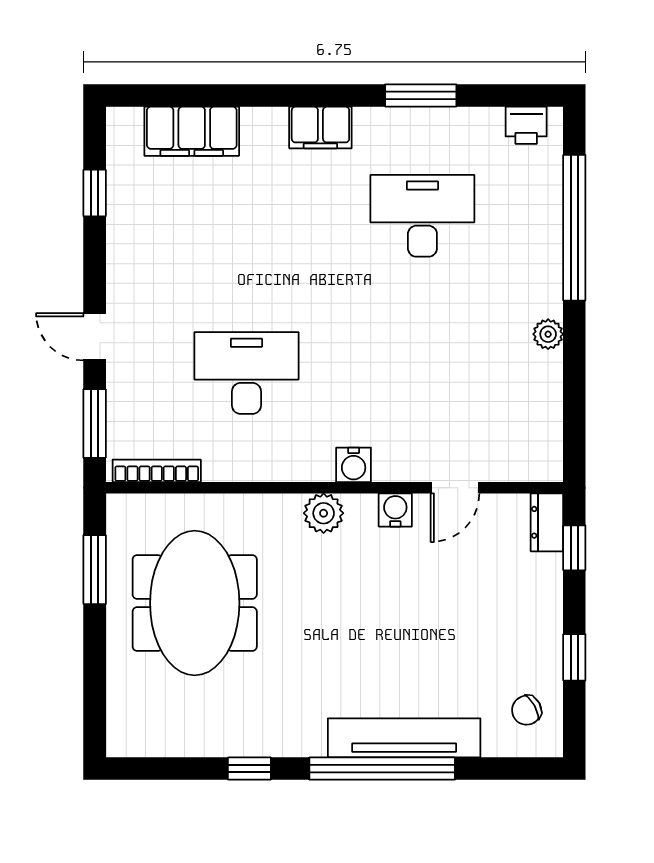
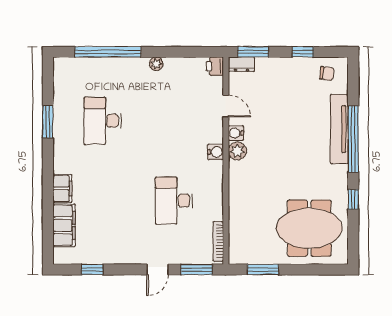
printer: (526, 125) -> (215, 66), moved, turned 180
filing cabinet: (320, 127) -> (62, 188), moved
plant: (324, 513) -> (237, 151), moved
window: (574, 548) -> (253, 52), width x1.50
meeting table: (195, 603) -> (309, 228), moved
chair: (527, 710) -> (327, 74), turned -54

